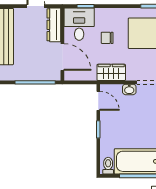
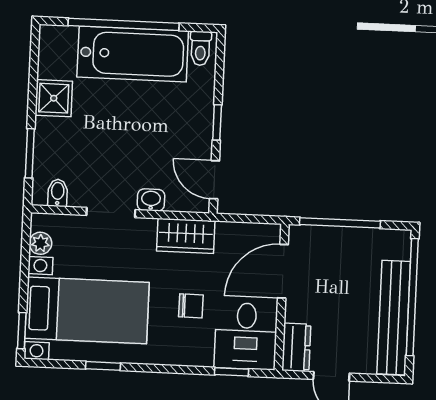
dresser: (54, 25) -> (296, 347), width x0.70
door: (62, 57) -> (283, 271), hinge flipped

